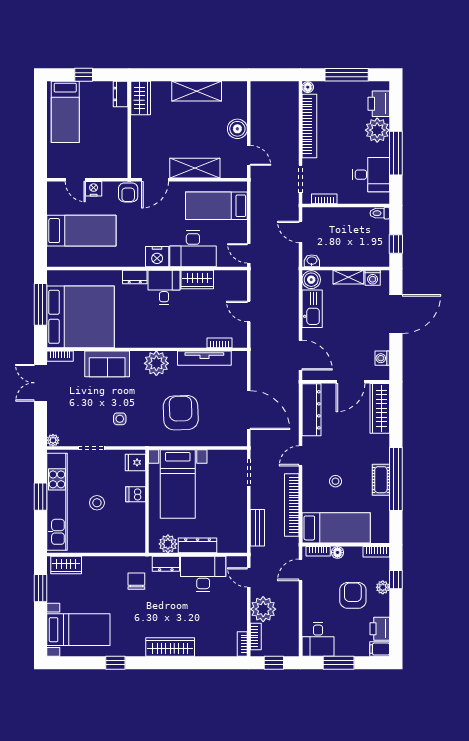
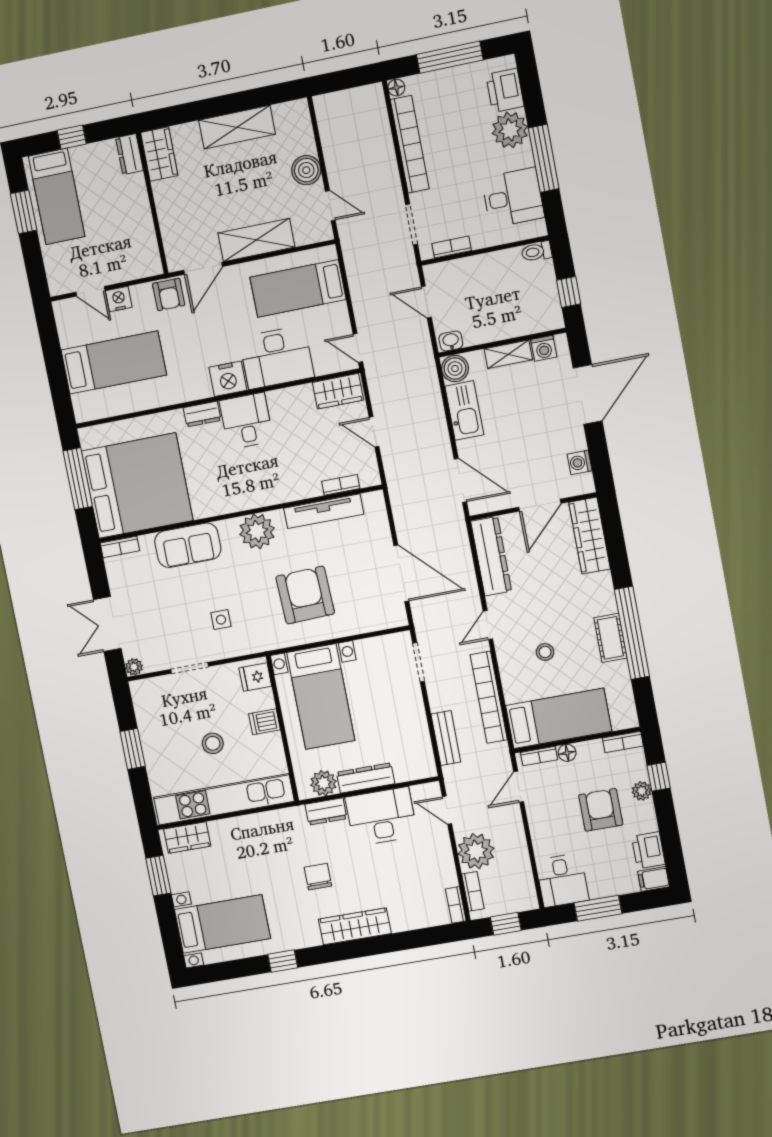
window: (40, 118) -> (24, 212), added
wardrobe: (197, 280) -> (338, 391), moved
double door: (40, 383) -> (107, 624), moved
kitchen unit: (57, 502) -> (224, 799), moved, turned -90
chair: (136, 581) -> (318, 877), moved

